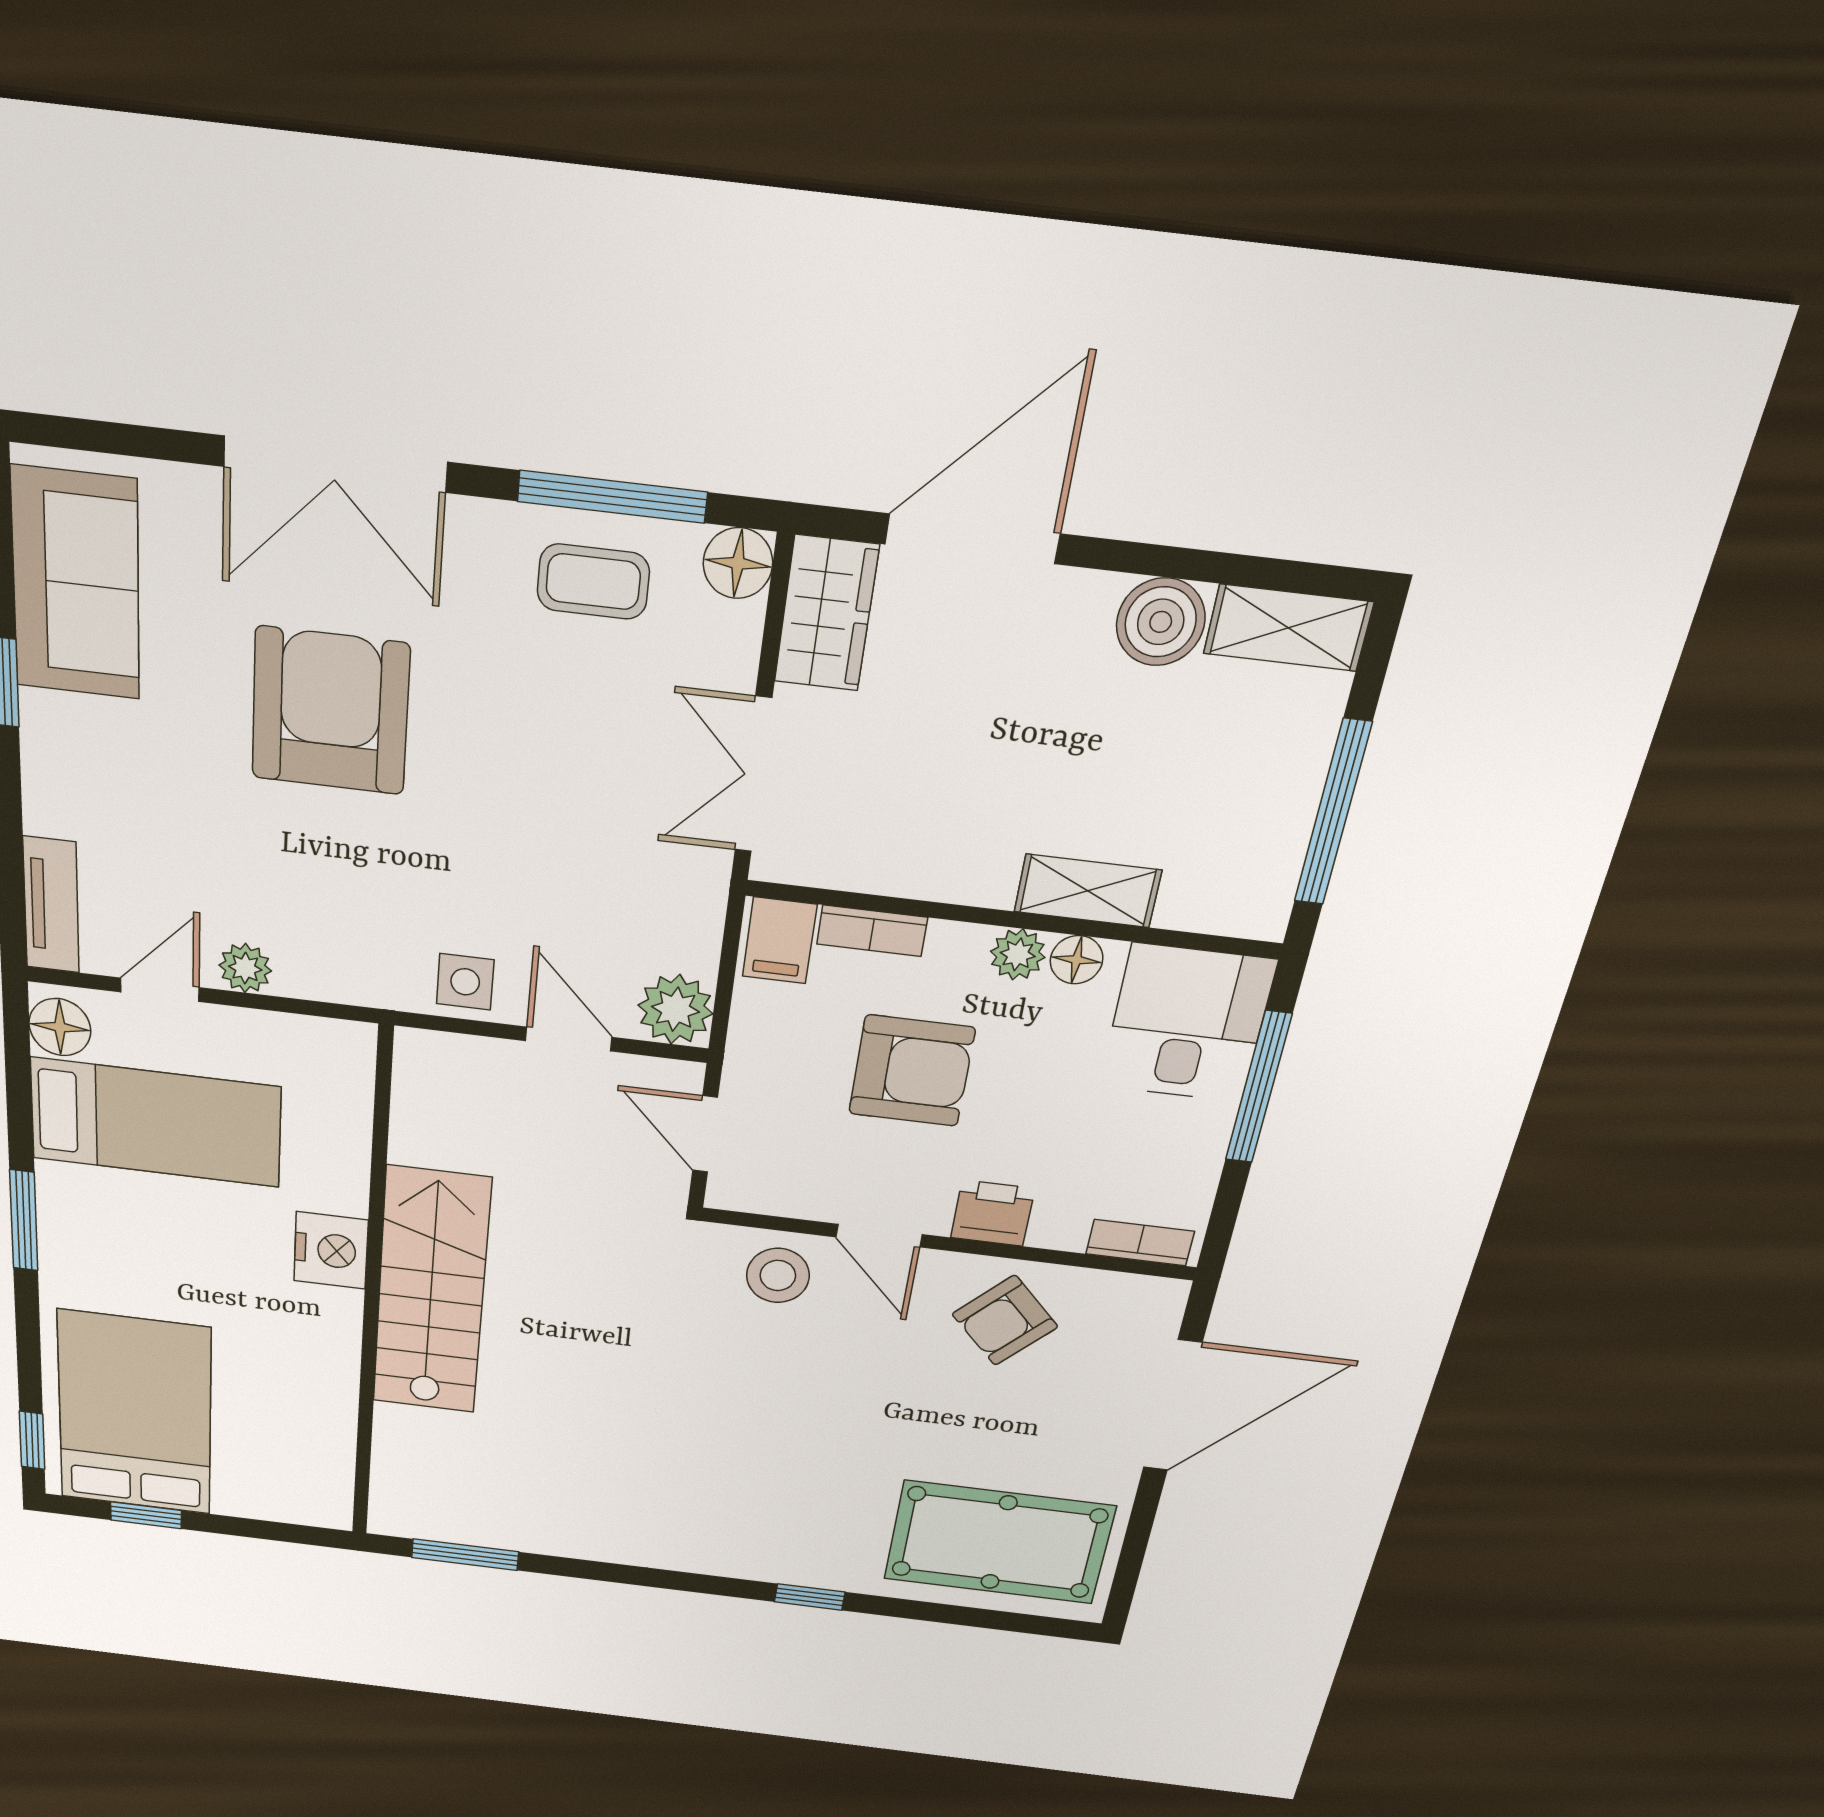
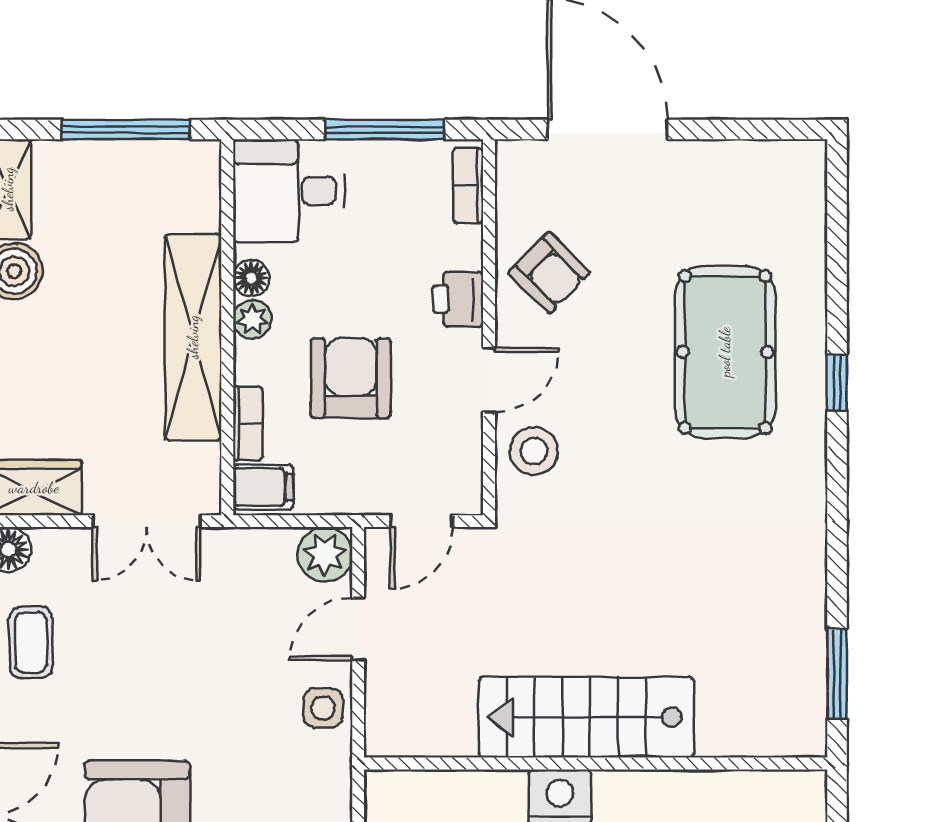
shelving: (1088, 891) -> (193, 337), width x2.20, depth x1.33
window: (1259, 1087) -> (385, 130), moved
pool table: (999, 1542) -> (725, 352), moved

